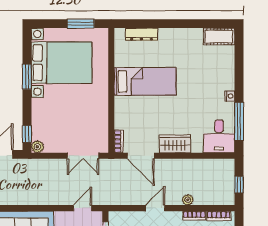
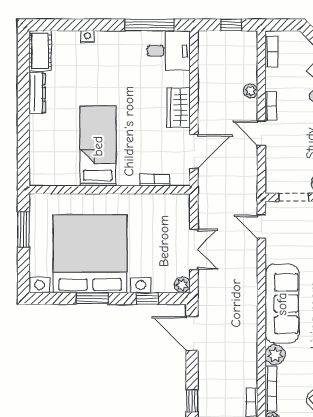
dresser: (142, 34) -> (37, 93), moved
bed with nightstands: (62, 63) -> (90, 254), width x1.36
nightstand: (230, 96) -> (87, 37), moved
window: (27, 134) -> (147, 298), moved
bookcase: (119, 141) -> (155, 180), moved
double door: (83, 156) -> (194, 249), moved
bookcase: (194, 216) -> (271, 106), moved

